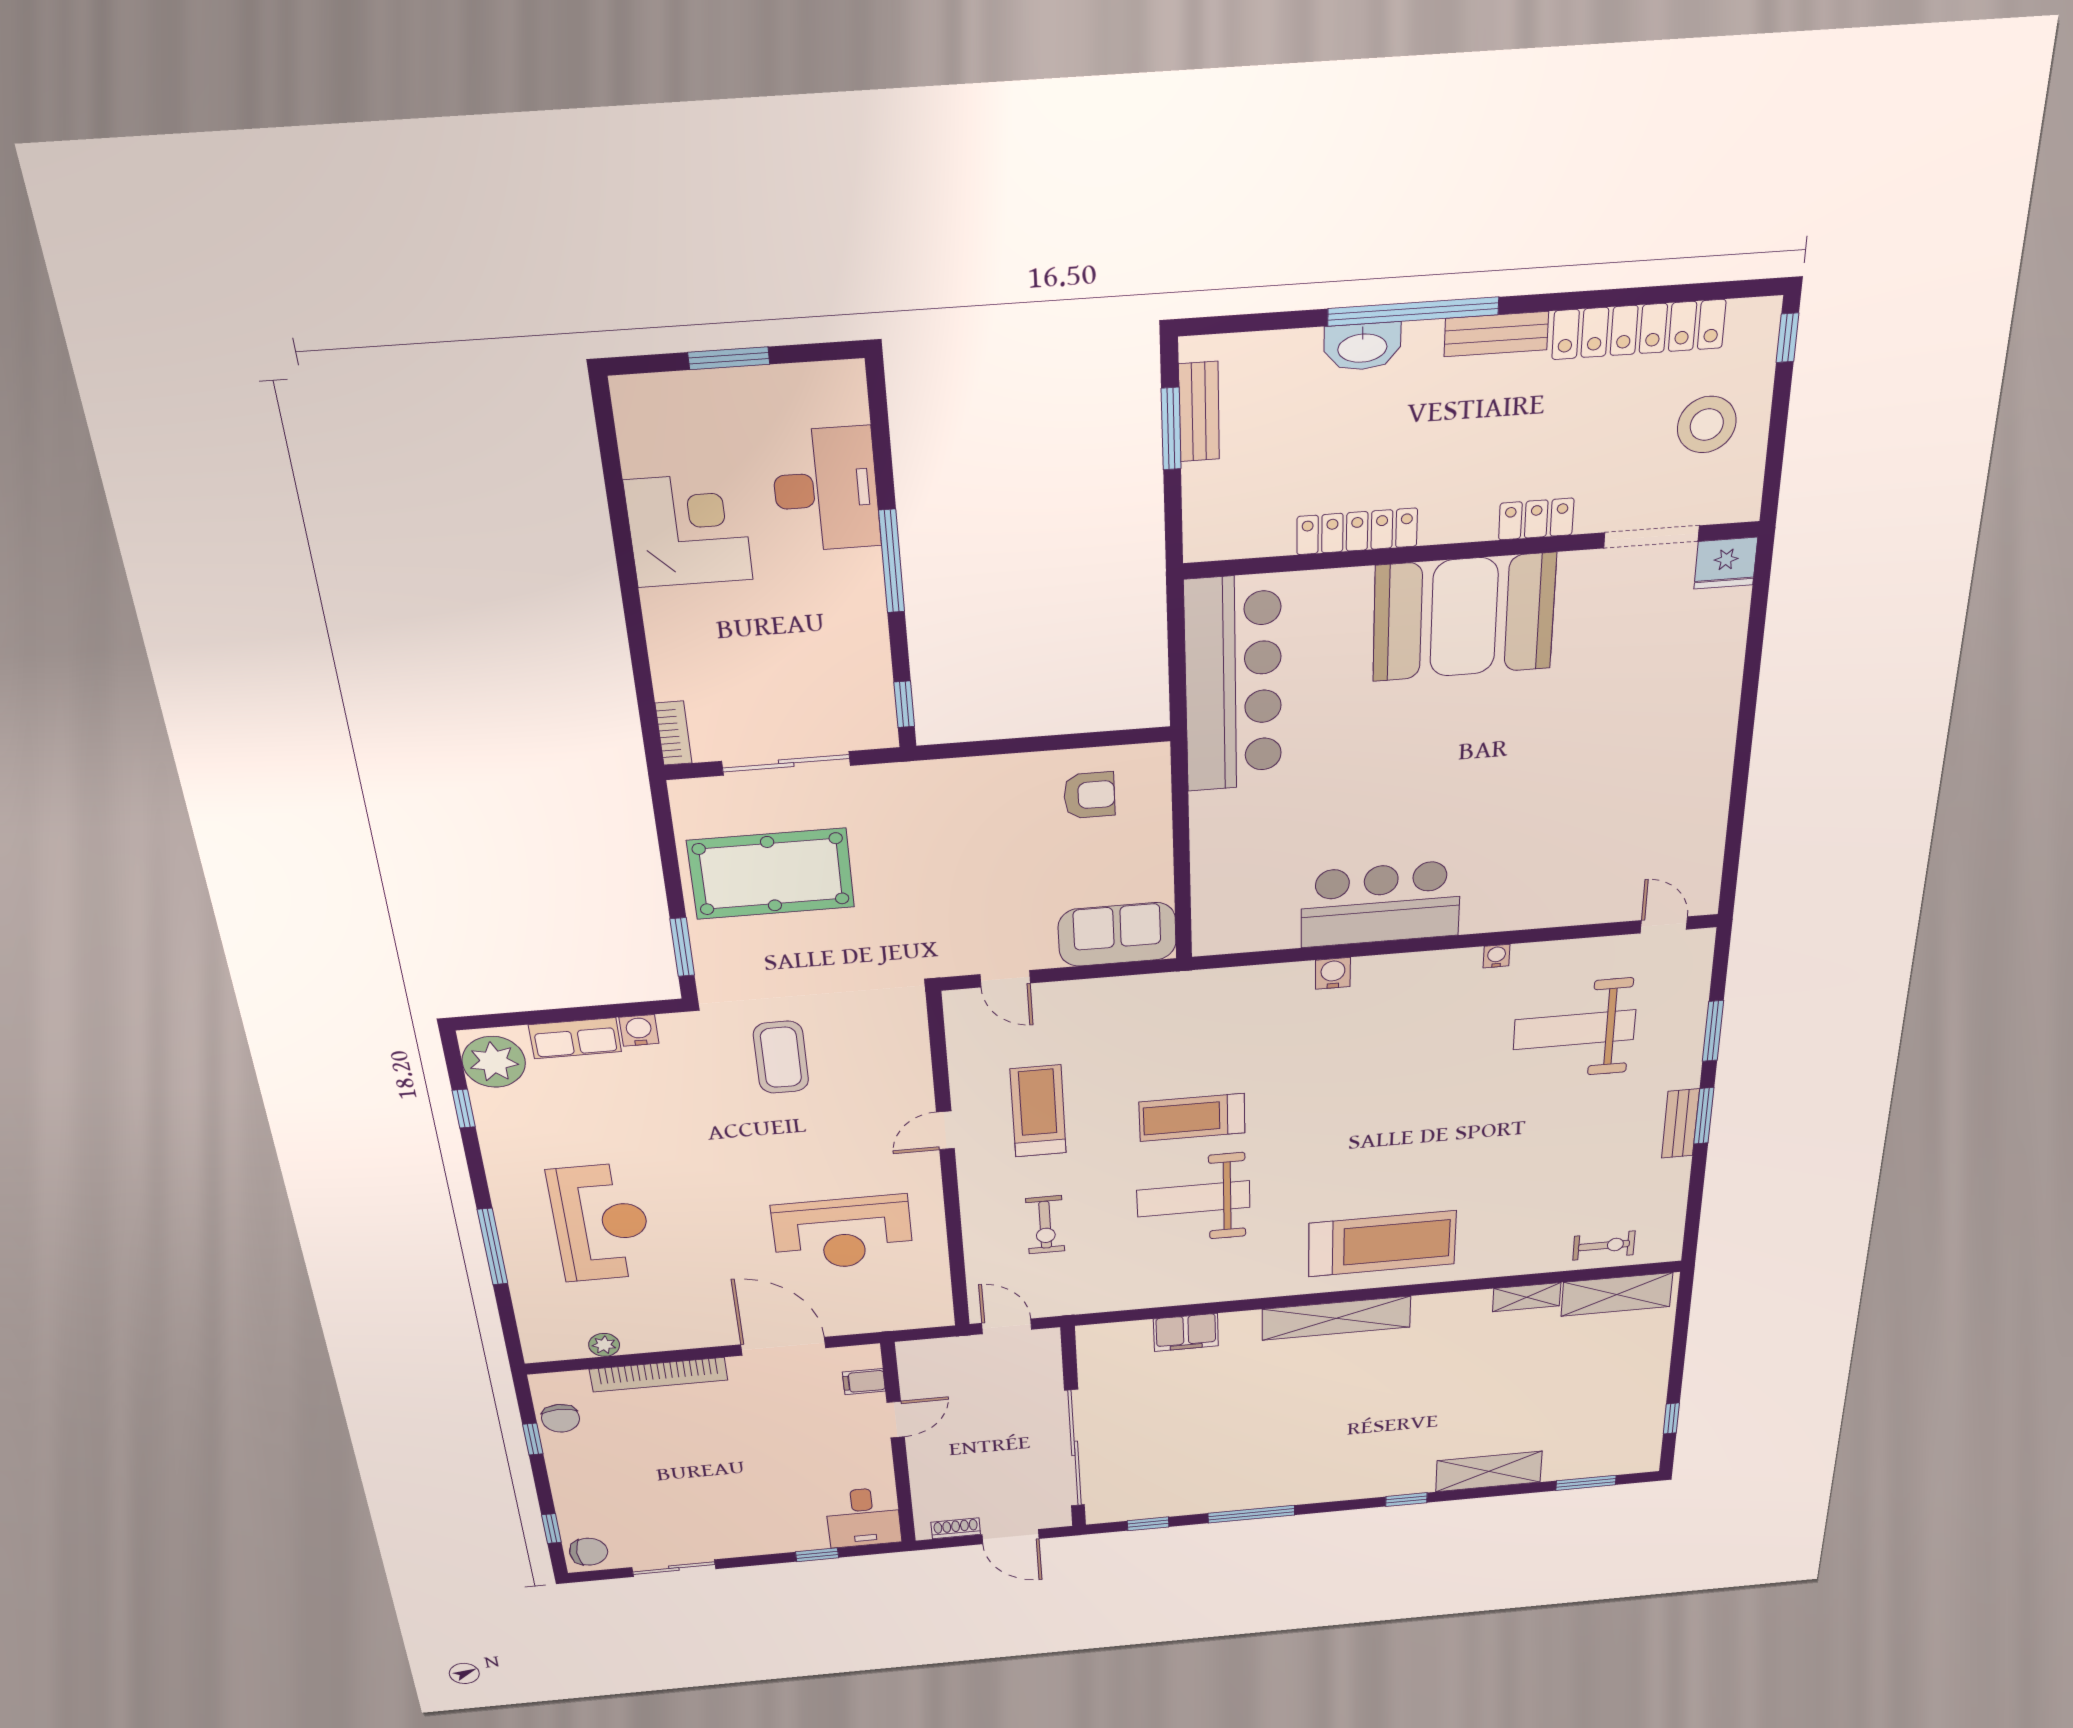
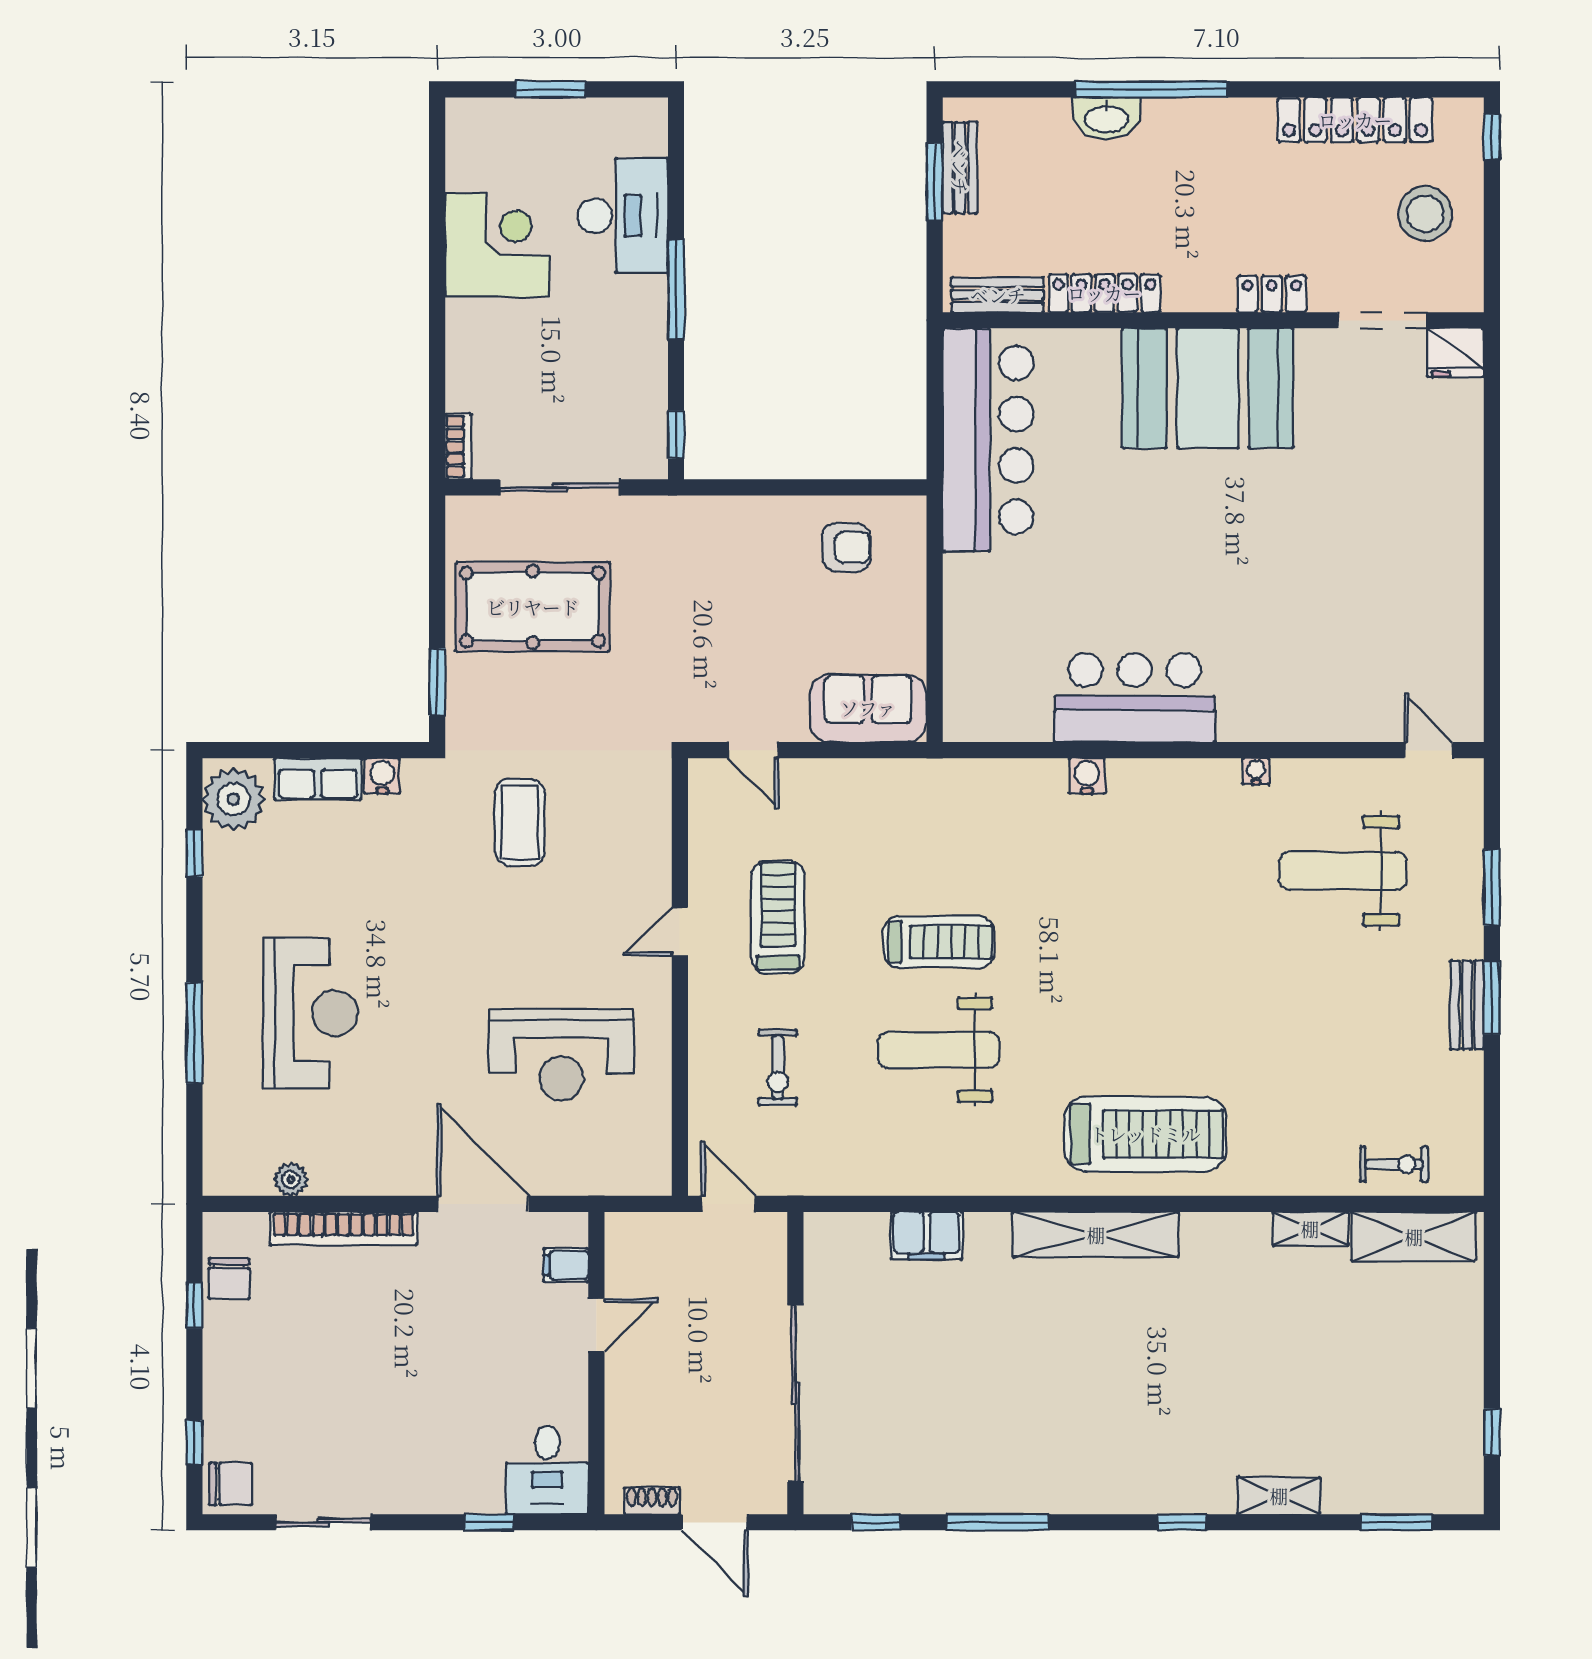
bench: (1496, 334) -> (998, 295), moved
treadmill: (1192, 1117) -> (939, 942), turned 180
shelving: (1489, 1472) -> (1279, 1496), width x0.67, depth x0.75

